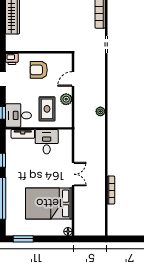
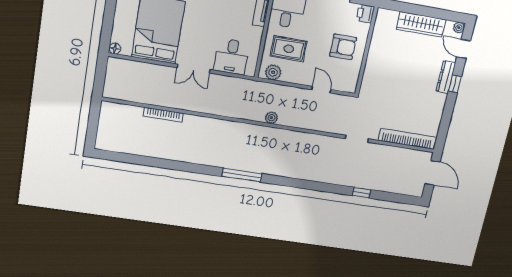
armchair: (39, 70) -> (343, 47), turned 90
plant: (66, 99) -> (273, 72), moved
desk: (47, 142) -> (231, 57), moved, turned 90

